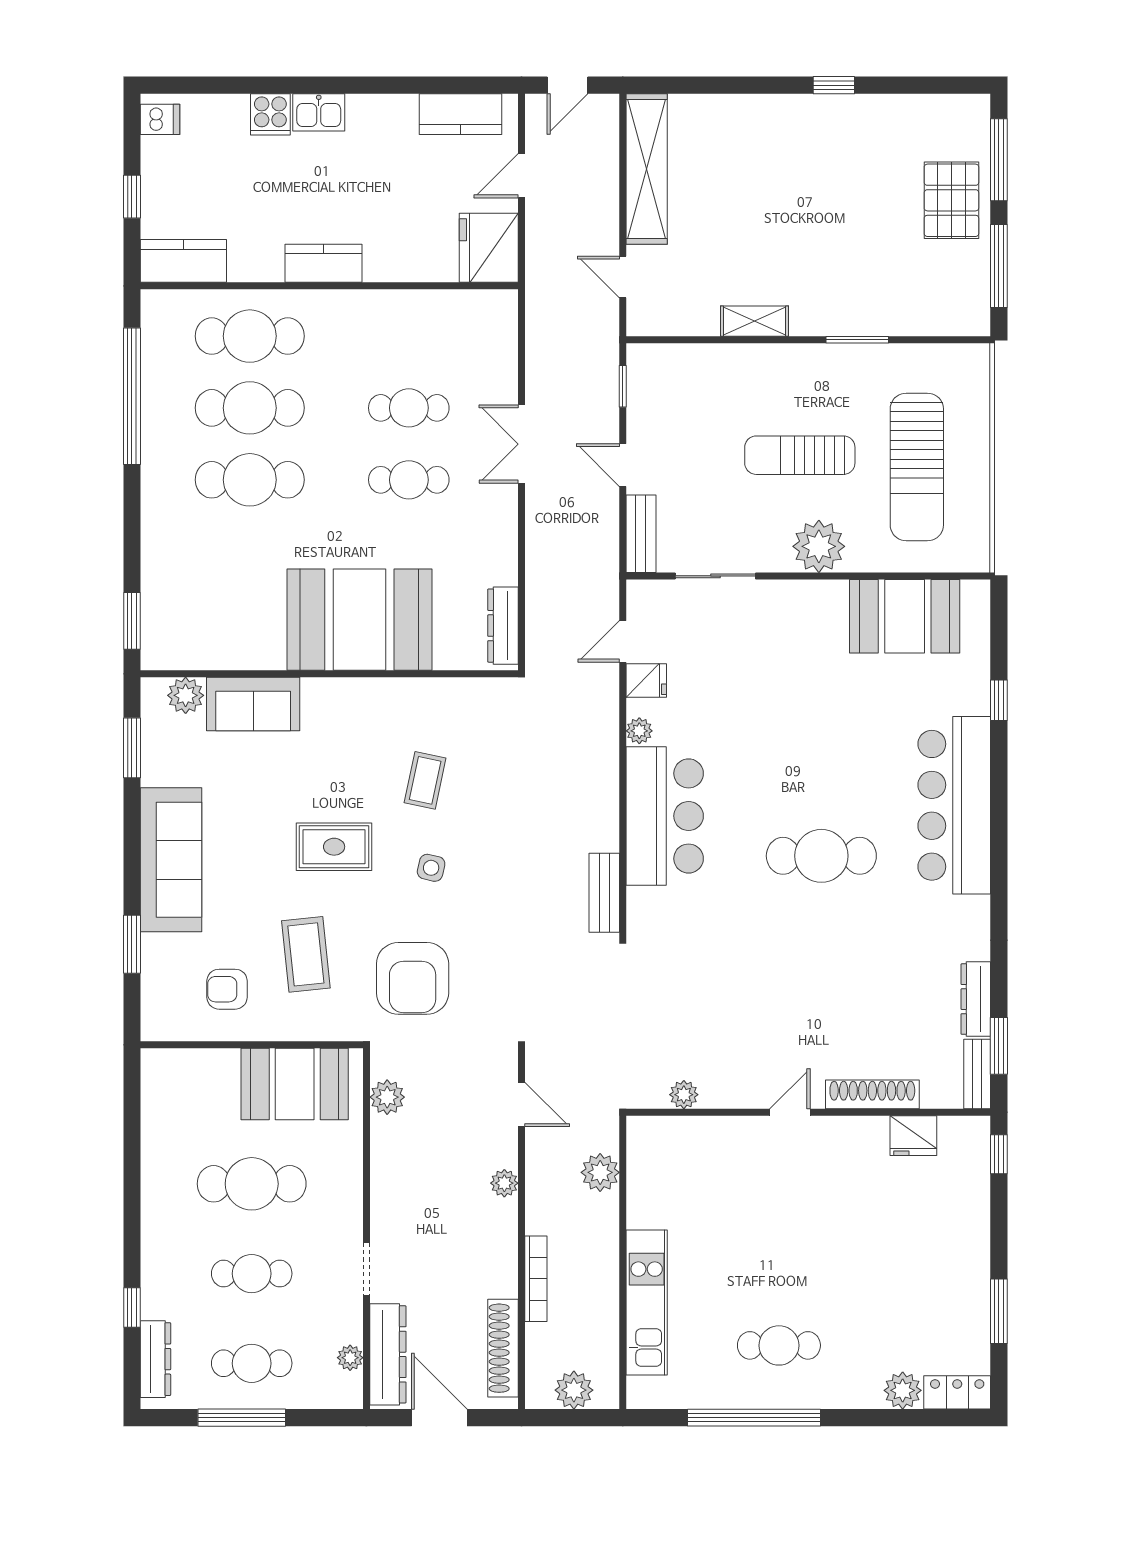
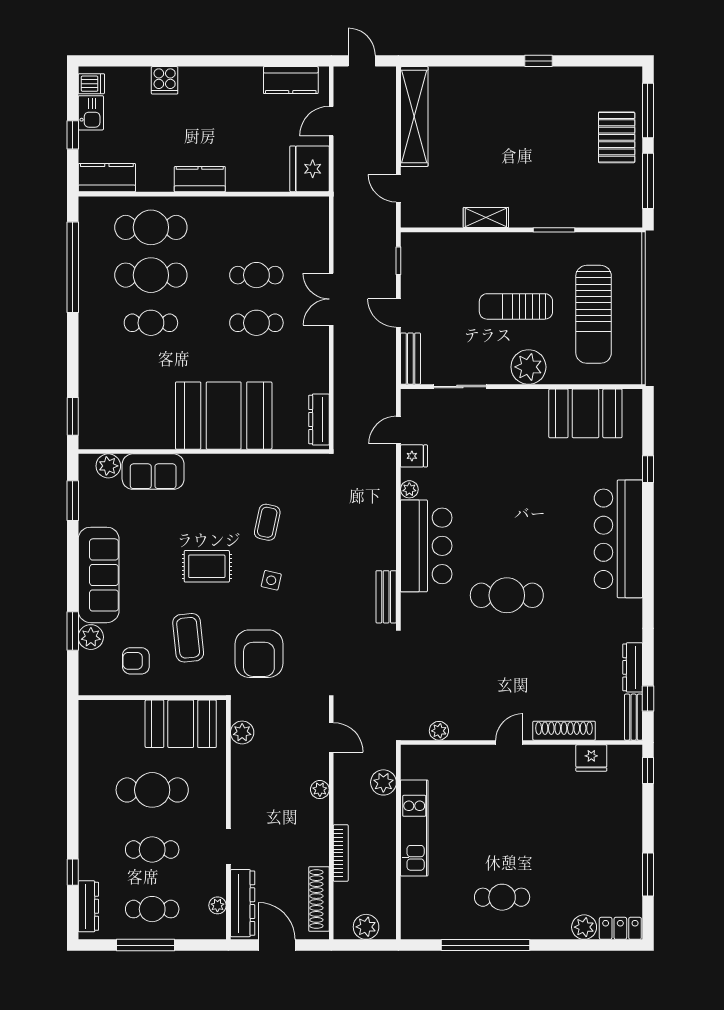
door: (568, 85) -> (362, 61), swing flipped
kitchen sink: (319, 112) -> (91, 113), moved, turned -90
cafe table: (250, 480) -> (151, 323), width x0.73, depth x0.74
cafe table: (821, 856) -> (507, 595), moved
plant: (159, 953) -> (91, 637), added
window: (999, 1046) -> (648, 698), width x0.67
kitchen unit: (647, 1302) -> (414, 828), moved

